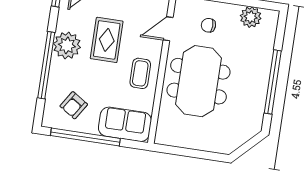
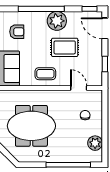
meeting table: (198, 81) -> (31, 126), moved
window: (273, 82) -> (68, 165), moved
armchair: (74, 105) -> (17, 32), turned 147

